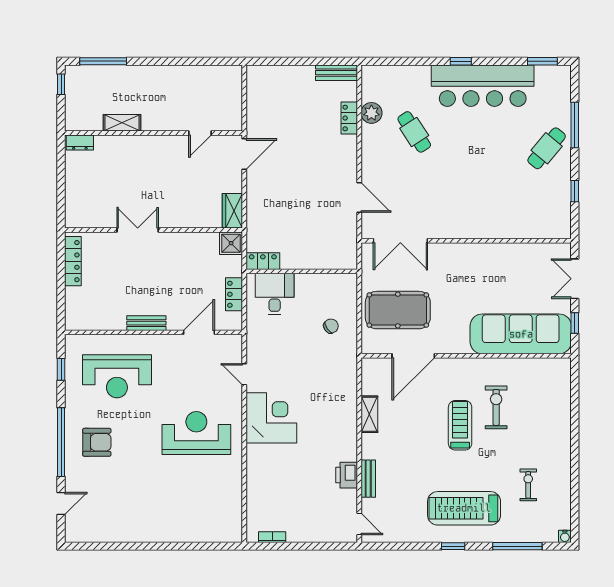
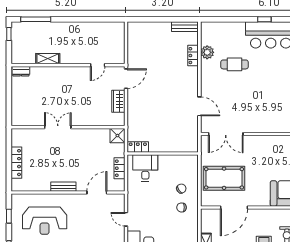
cafe table: (414, 132) -> (234, 64), turned -57
wardrobe: (232, 211) -> (118, 101), moved
locker: (73, 261) -> (16, 163), moved
chair: (331, 356) -> (181, 207), added

